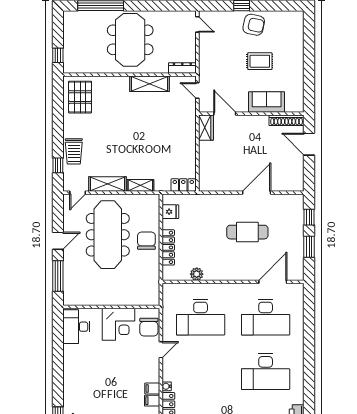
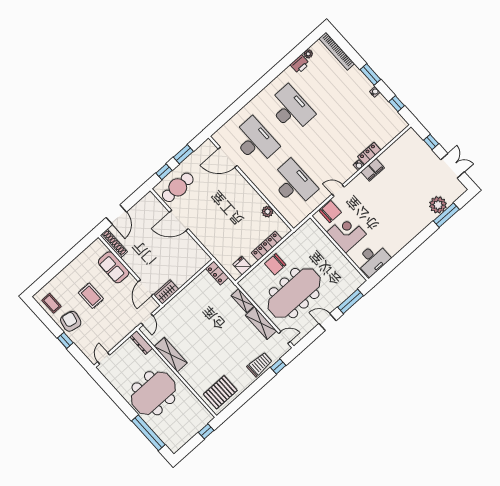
coffee table: (283, 22) -> (52, 303), added
cafe table: (247, 232) -> (178, 187), moved, turned 90

